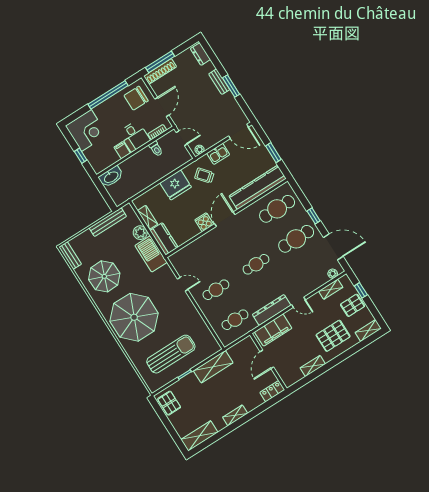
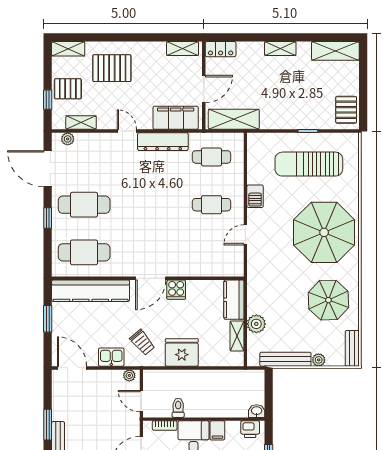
printer: (102, 164) -> (250, 429), added
washbasin: (111, 177) -> (257, 411), width x0.52, depth x0.69
plant: (87, 235) -> (319, 360), added
barbecue: (151, 254) -> (255, 196), moved, width x0.53, depth x0.65
cafe table: (256, 264) -> (148, 205), removed
door: (183, 284) -> (245, 235), hinge flipped
shelving: (313, 366) -> (183, 49), moved
shelving: (213, 367) -> (234, 119), moved

